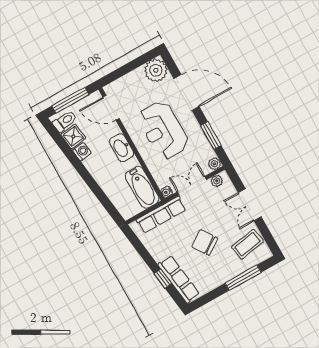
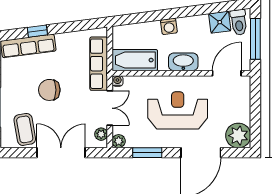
washing machine: (82, 152) -> (169, 26), moved
double door: (250, 205) -> (61, 153), width x1.37
chair: (205, 242) -> (49, 90), turned -146

